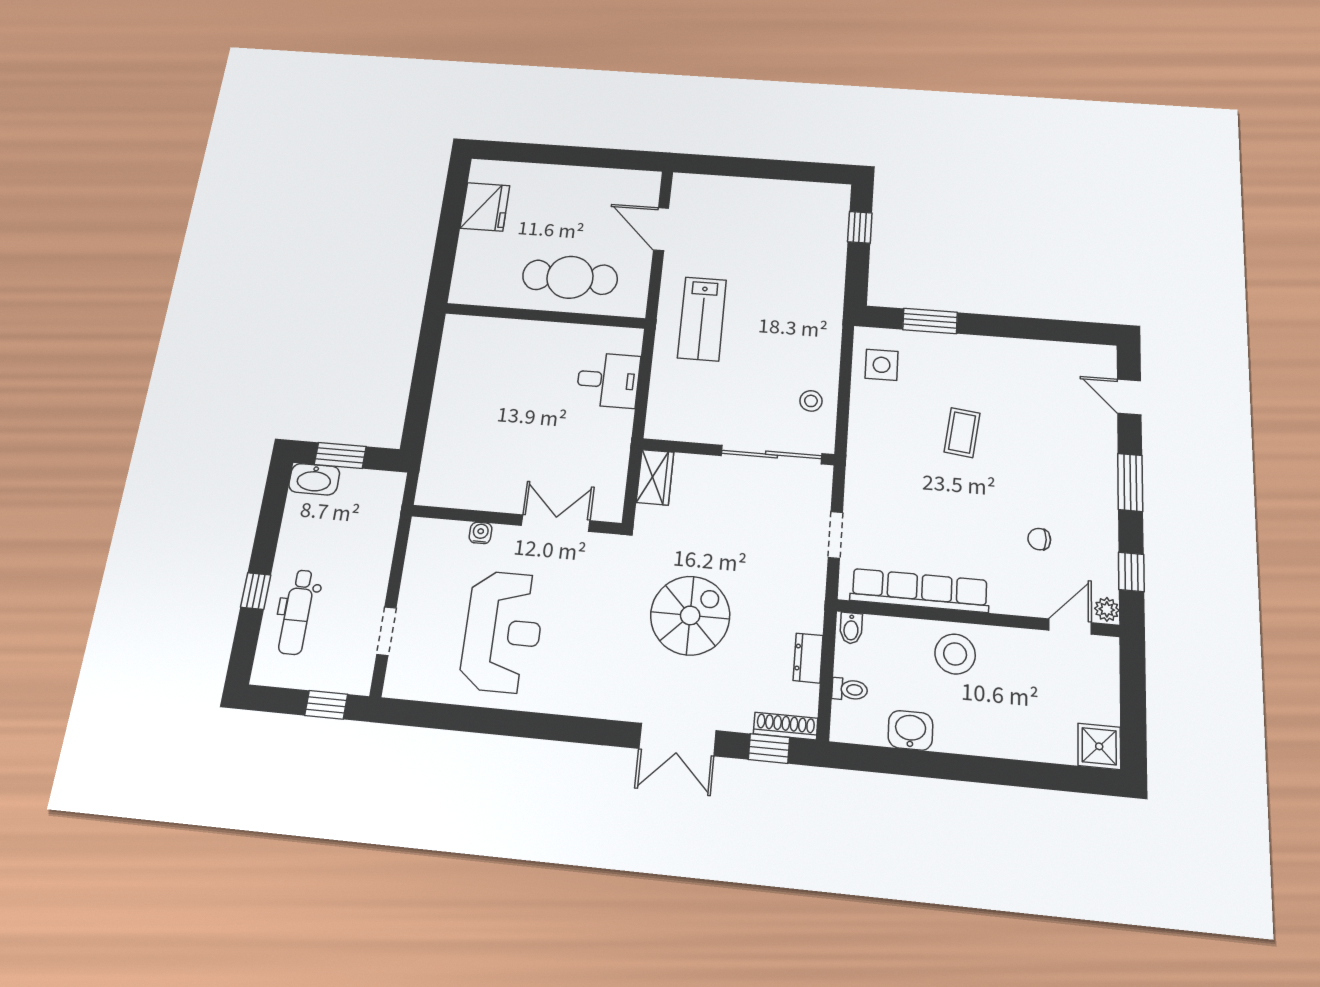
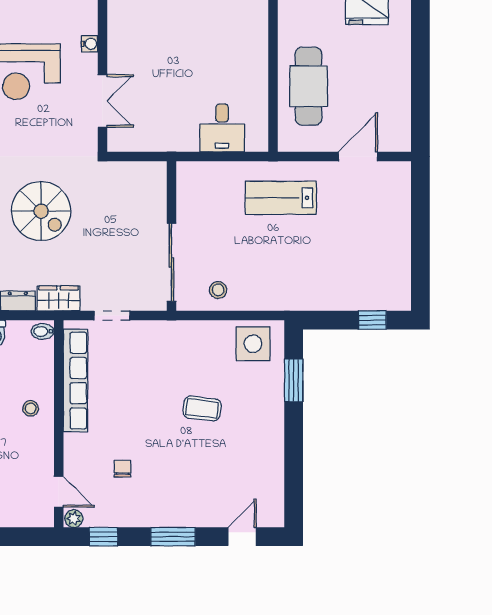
side table: (882, 365) -> (253, 344), width x1.37, depth x1.37
wardrobe: (655, 477) -> (59, 298), moved, turned 180
stool: (955, 654) -> (31, 408), width x0.53, depth x0.53

